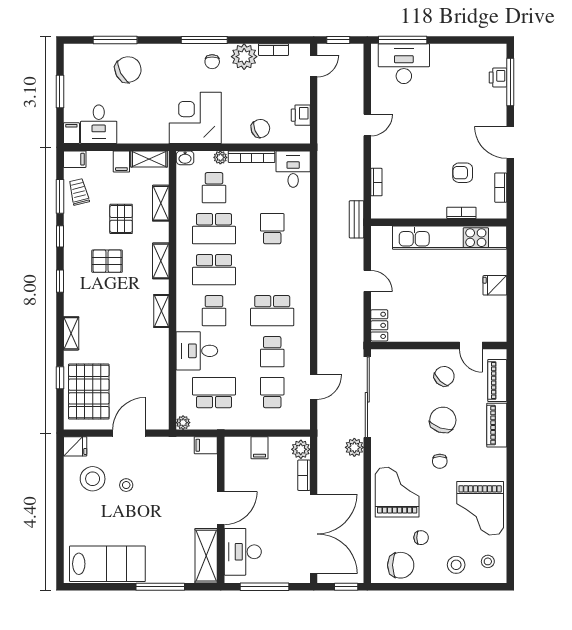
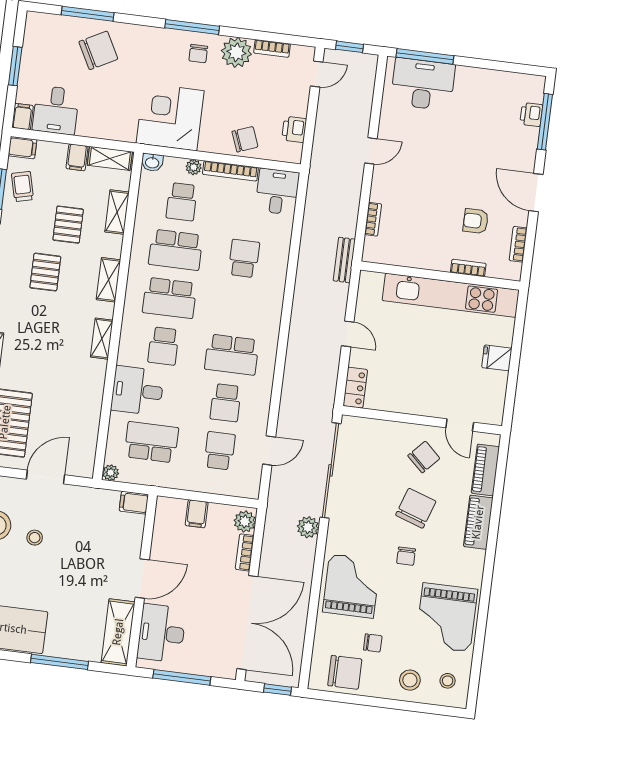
pallet: (107, 261) -> (45, 272), turned 90

